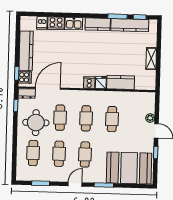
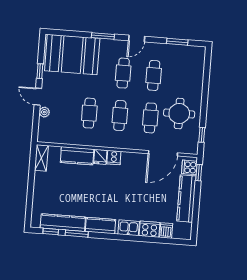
shelving: (151, 59) -> (41, 158), moved
dresser: (27, 94) -> (188, 148), removed
cafe table: (33, 153) -> (184, 78), removed

